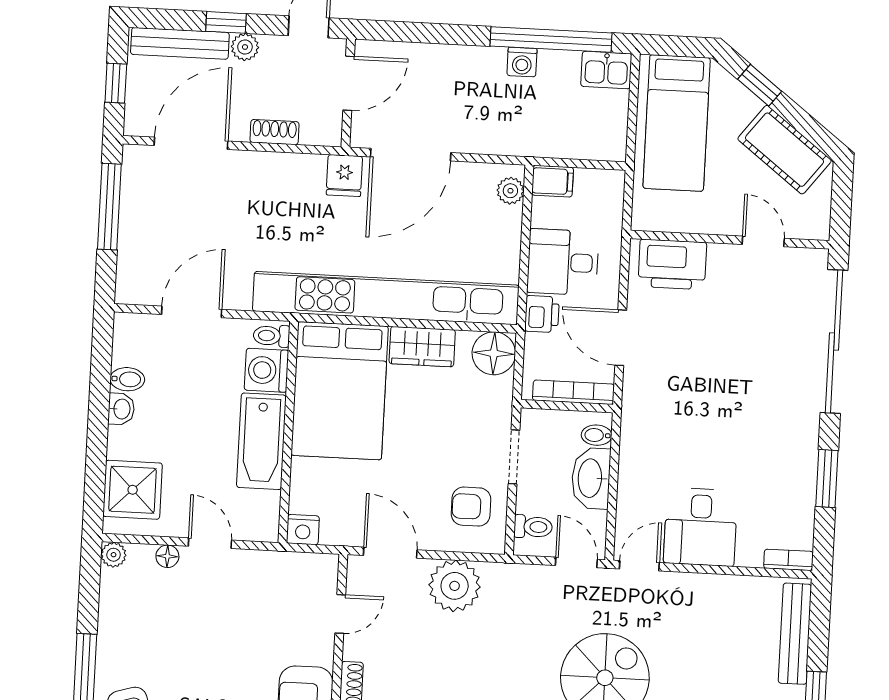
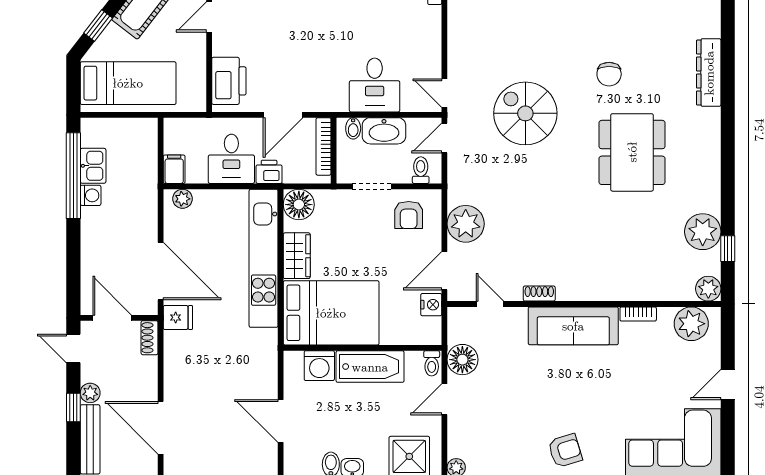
kitchen sink: (606, 70) -> (93, 166), moved
shoe rack: (275, 132) -> (150, 338), moved
kitchen unit: (386, 298) -> (264, 258), width x0.73
toilet: (271, 336) -> (432, 363), moved
desk: (700, 527) -> (375, 85), moved, turned 90
nightstand: (303, 530) -> (431, 305), moved
floor lamp: (167, 556) -> (462, 360), moved, width x1.89, depth x1.89

